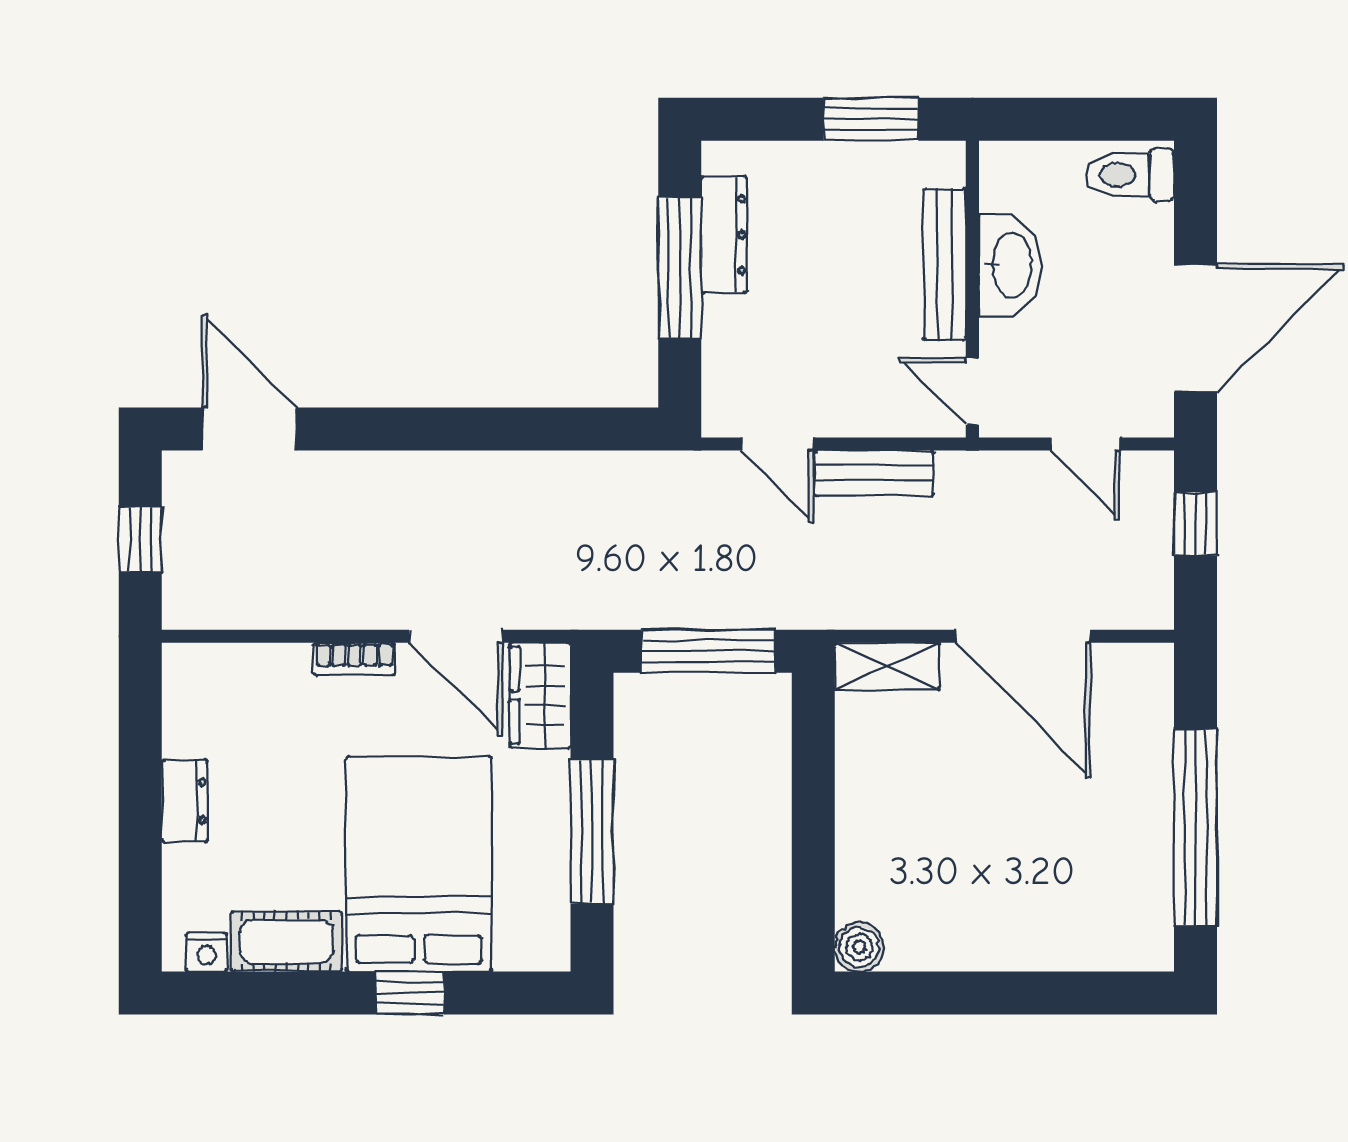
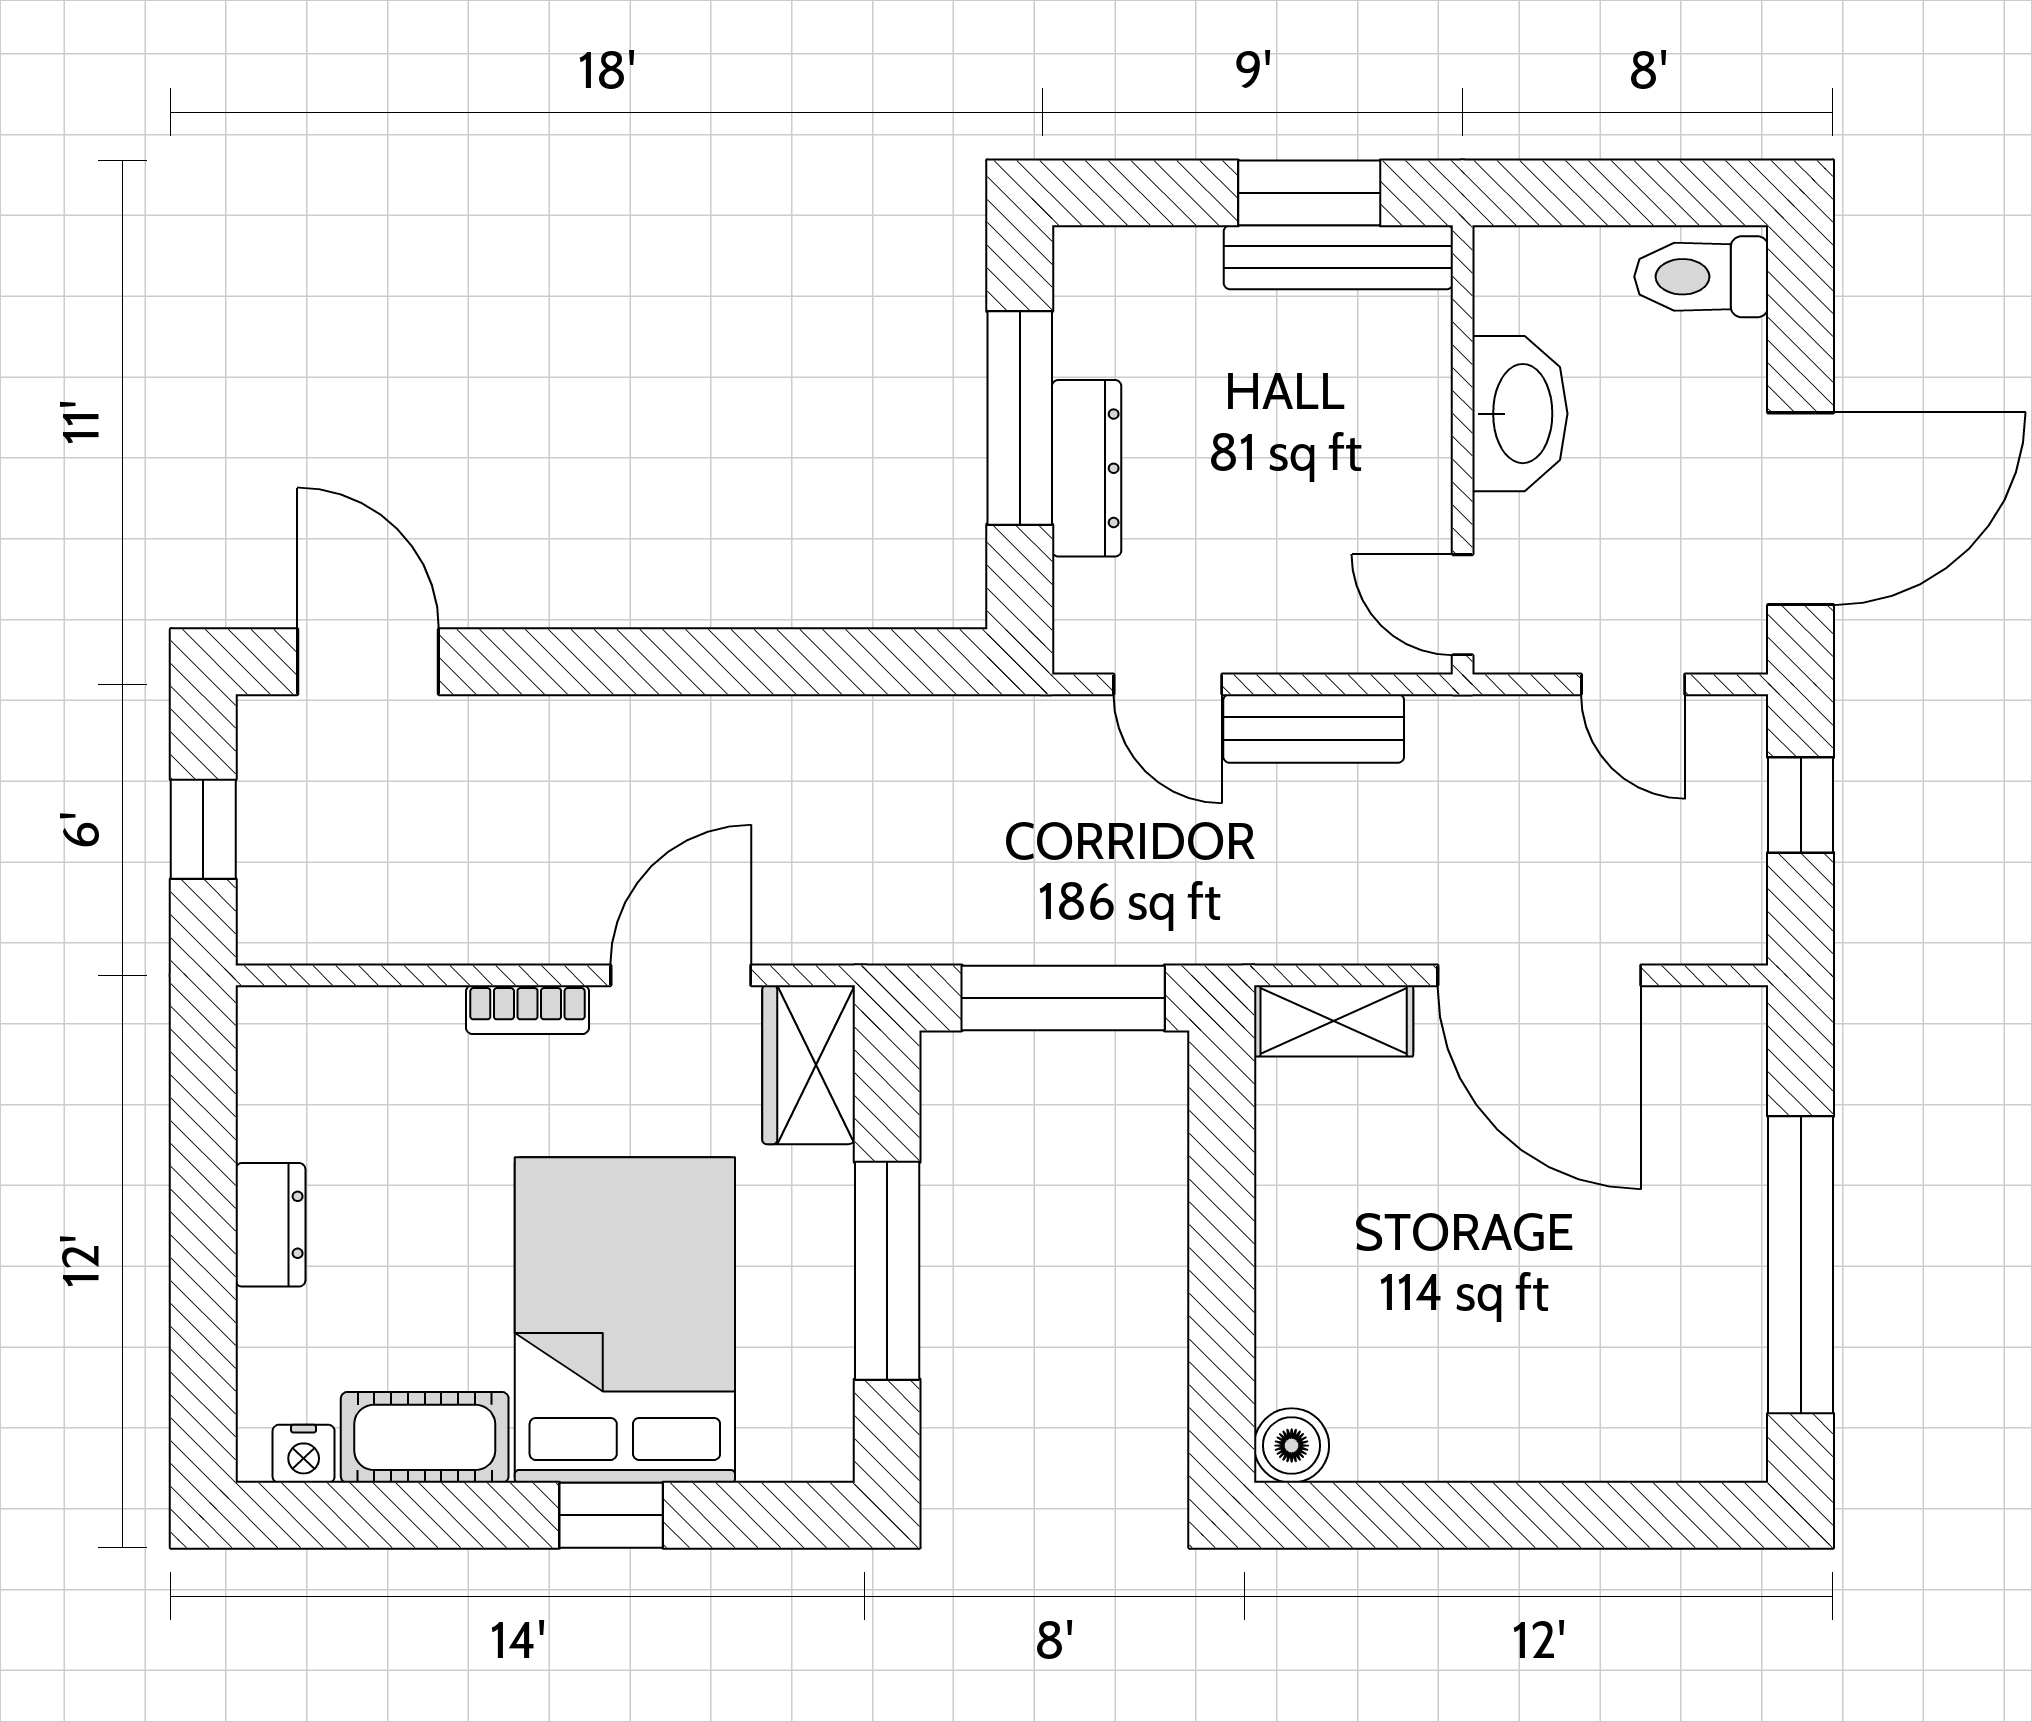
dresser: (724, 235) -> (1087, 468), moved
bench: (945, 264) -> (1338, 257), moved, turned 90
door: (456, 636) -> (681, 975), swing flipped

